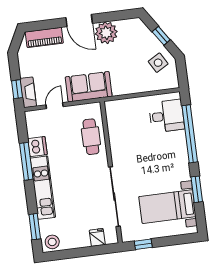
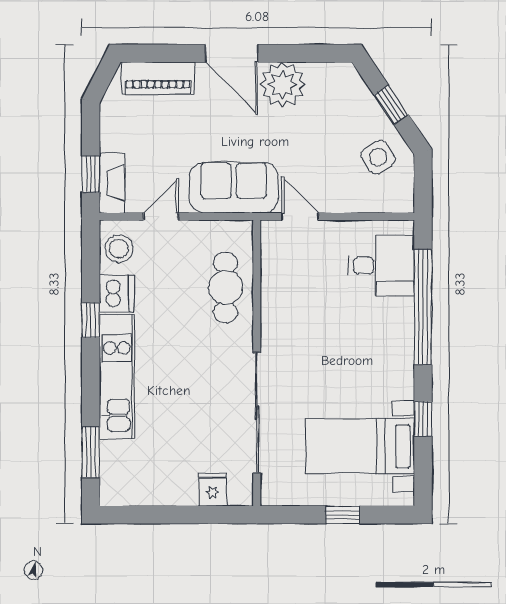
door: (123, 97) -> (300, 217), added
window: (26, 161) -> (91, 320), width x0.46
window: (197, 189) -> (423, 419), width x0.67
stool: (52, 242) -> (119, 249), moved
window: (143, 244) -> (343, 515), moved

